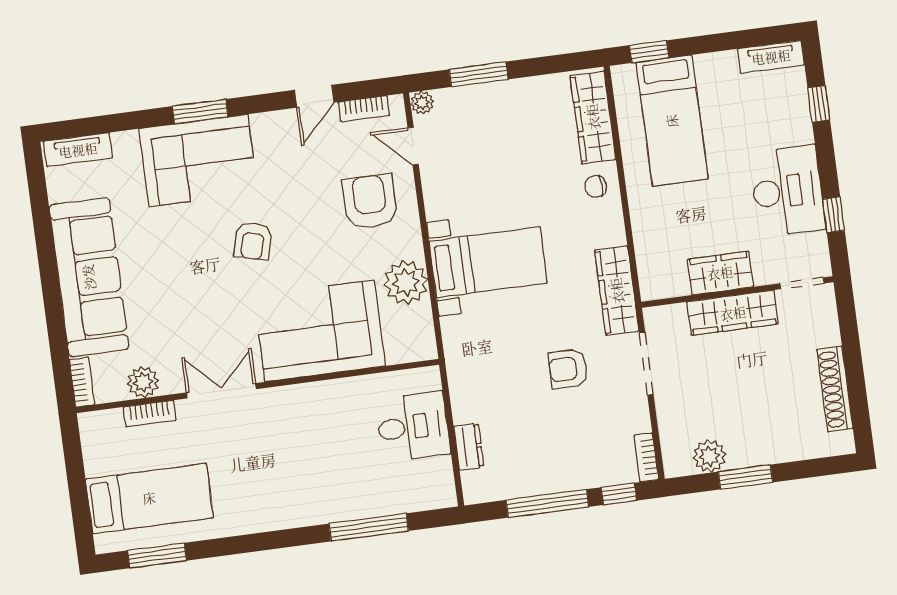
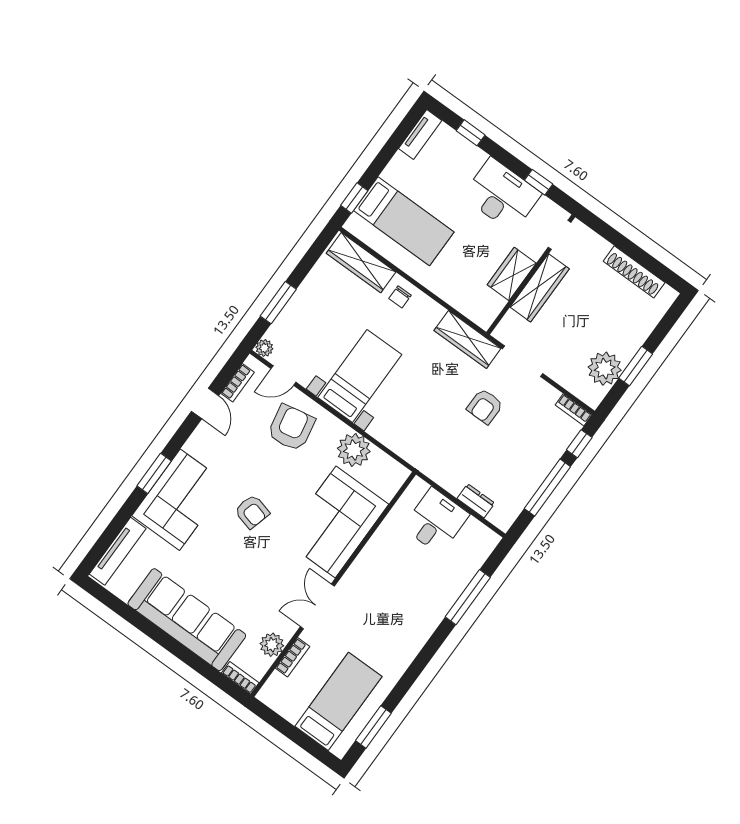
tv unit: (78, 150) -> (118, 551), width x1.41
armchair: (370, 202) -> (291, 428), turned 79
bed with nightstands: (488, 262) -> (360, 376), moved
plant: (709, 456) -> (605, 369), width x1.36, depth x1.36

